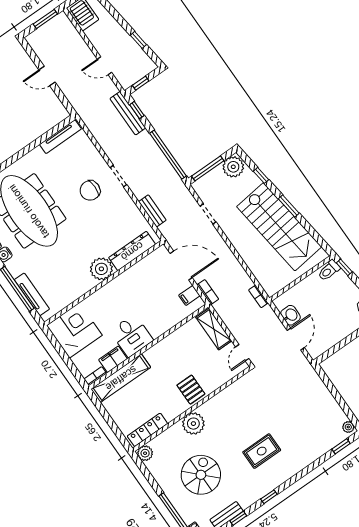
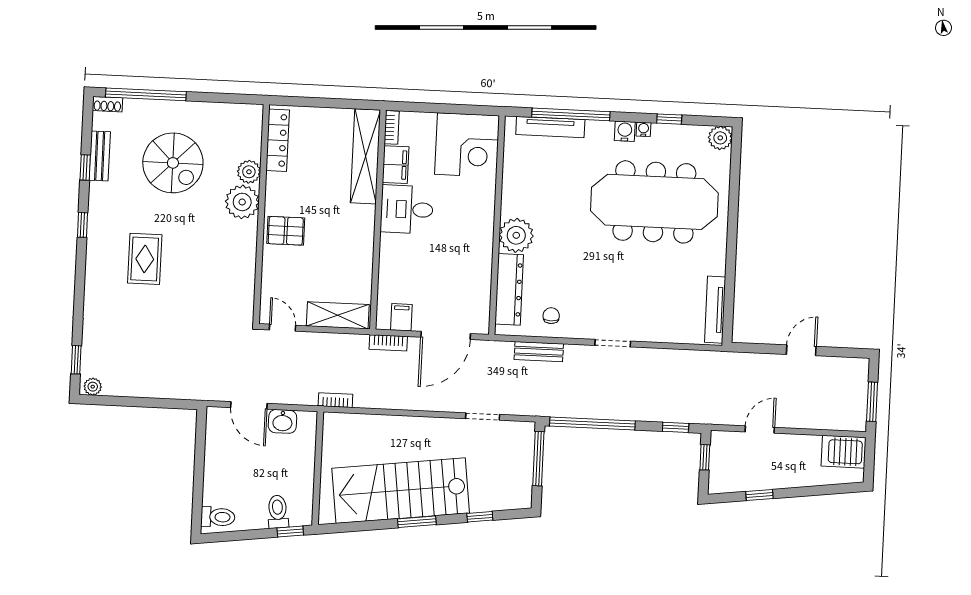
bench: (128, 113) -> (680, 414), removed
plant: (233, 167) -> (516, 491), removed
chair: (90, 190) -> (551, 316), moved, width x0.54, depth x0.54
toilet: (329, 271) -> (278, 512), moved
plant: (145, 453) -> (249, 172), moved

